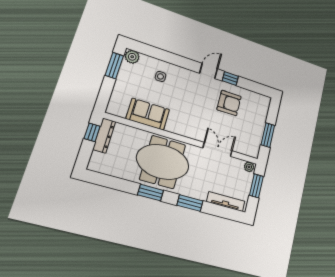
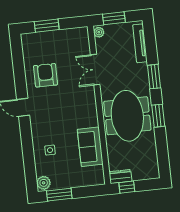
window: (230, 78) -> (21, 83), removed
dresser: (104, 135) -> (120, 176), width x0.70
window: (268, 135) -> (47, 26), moved

